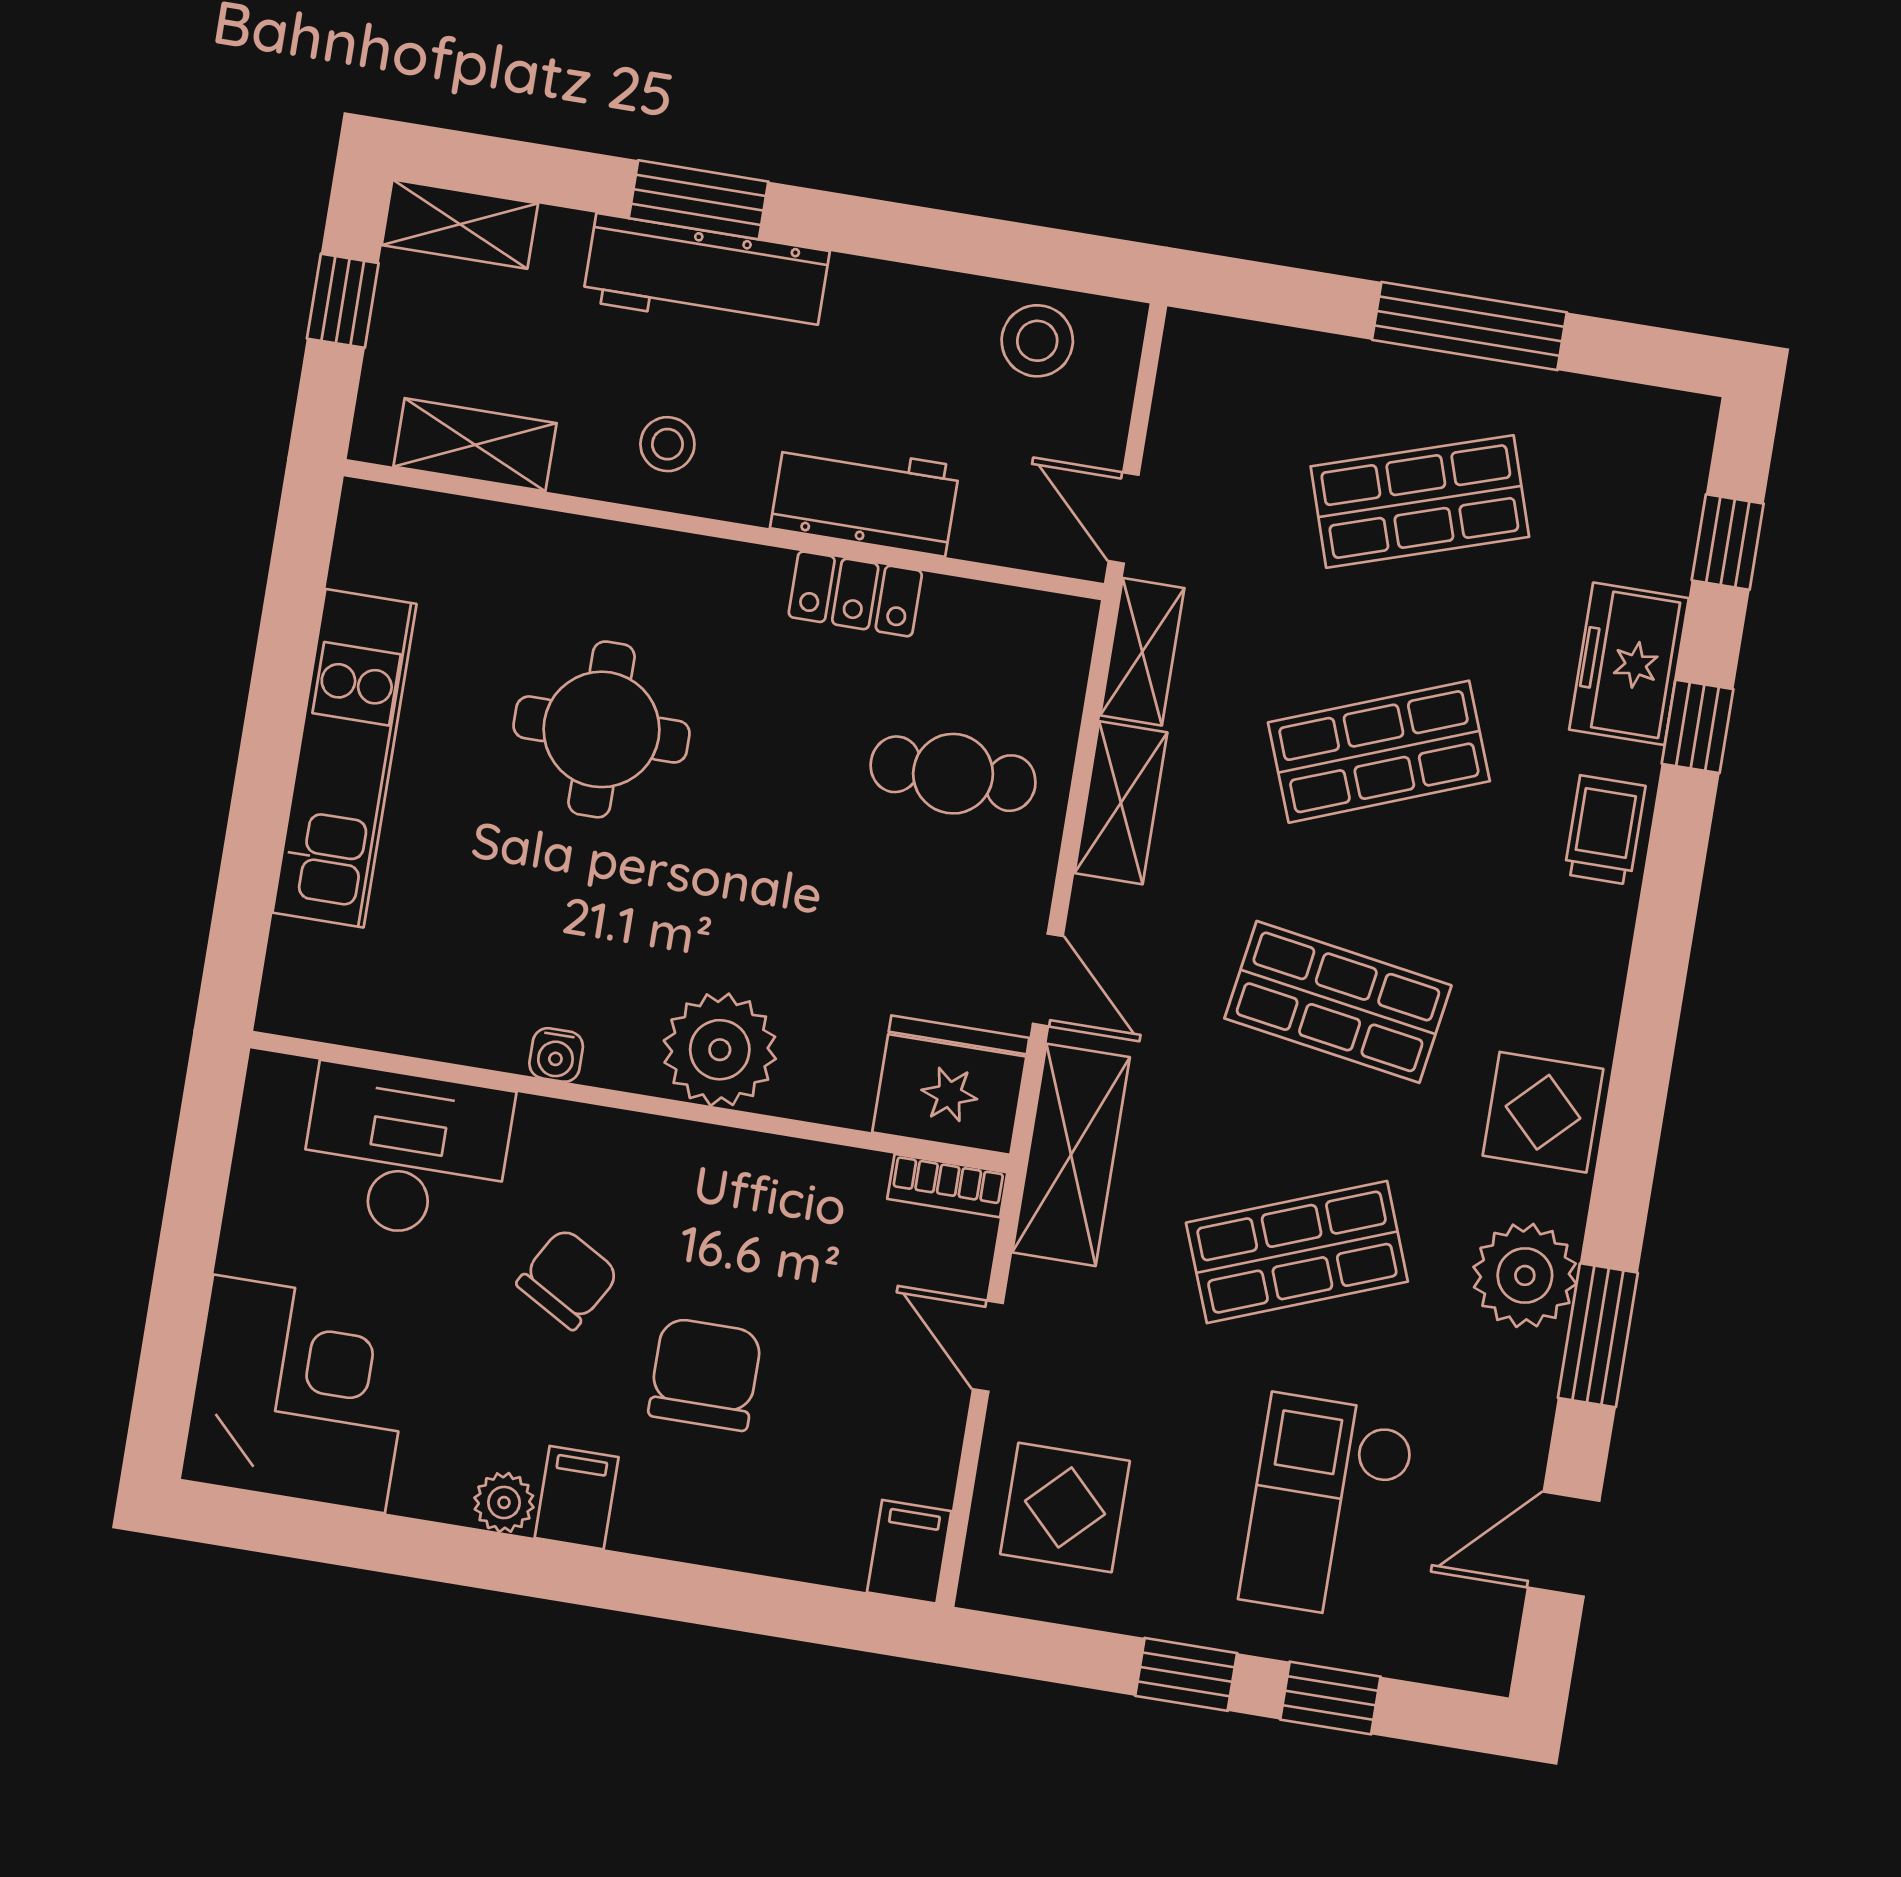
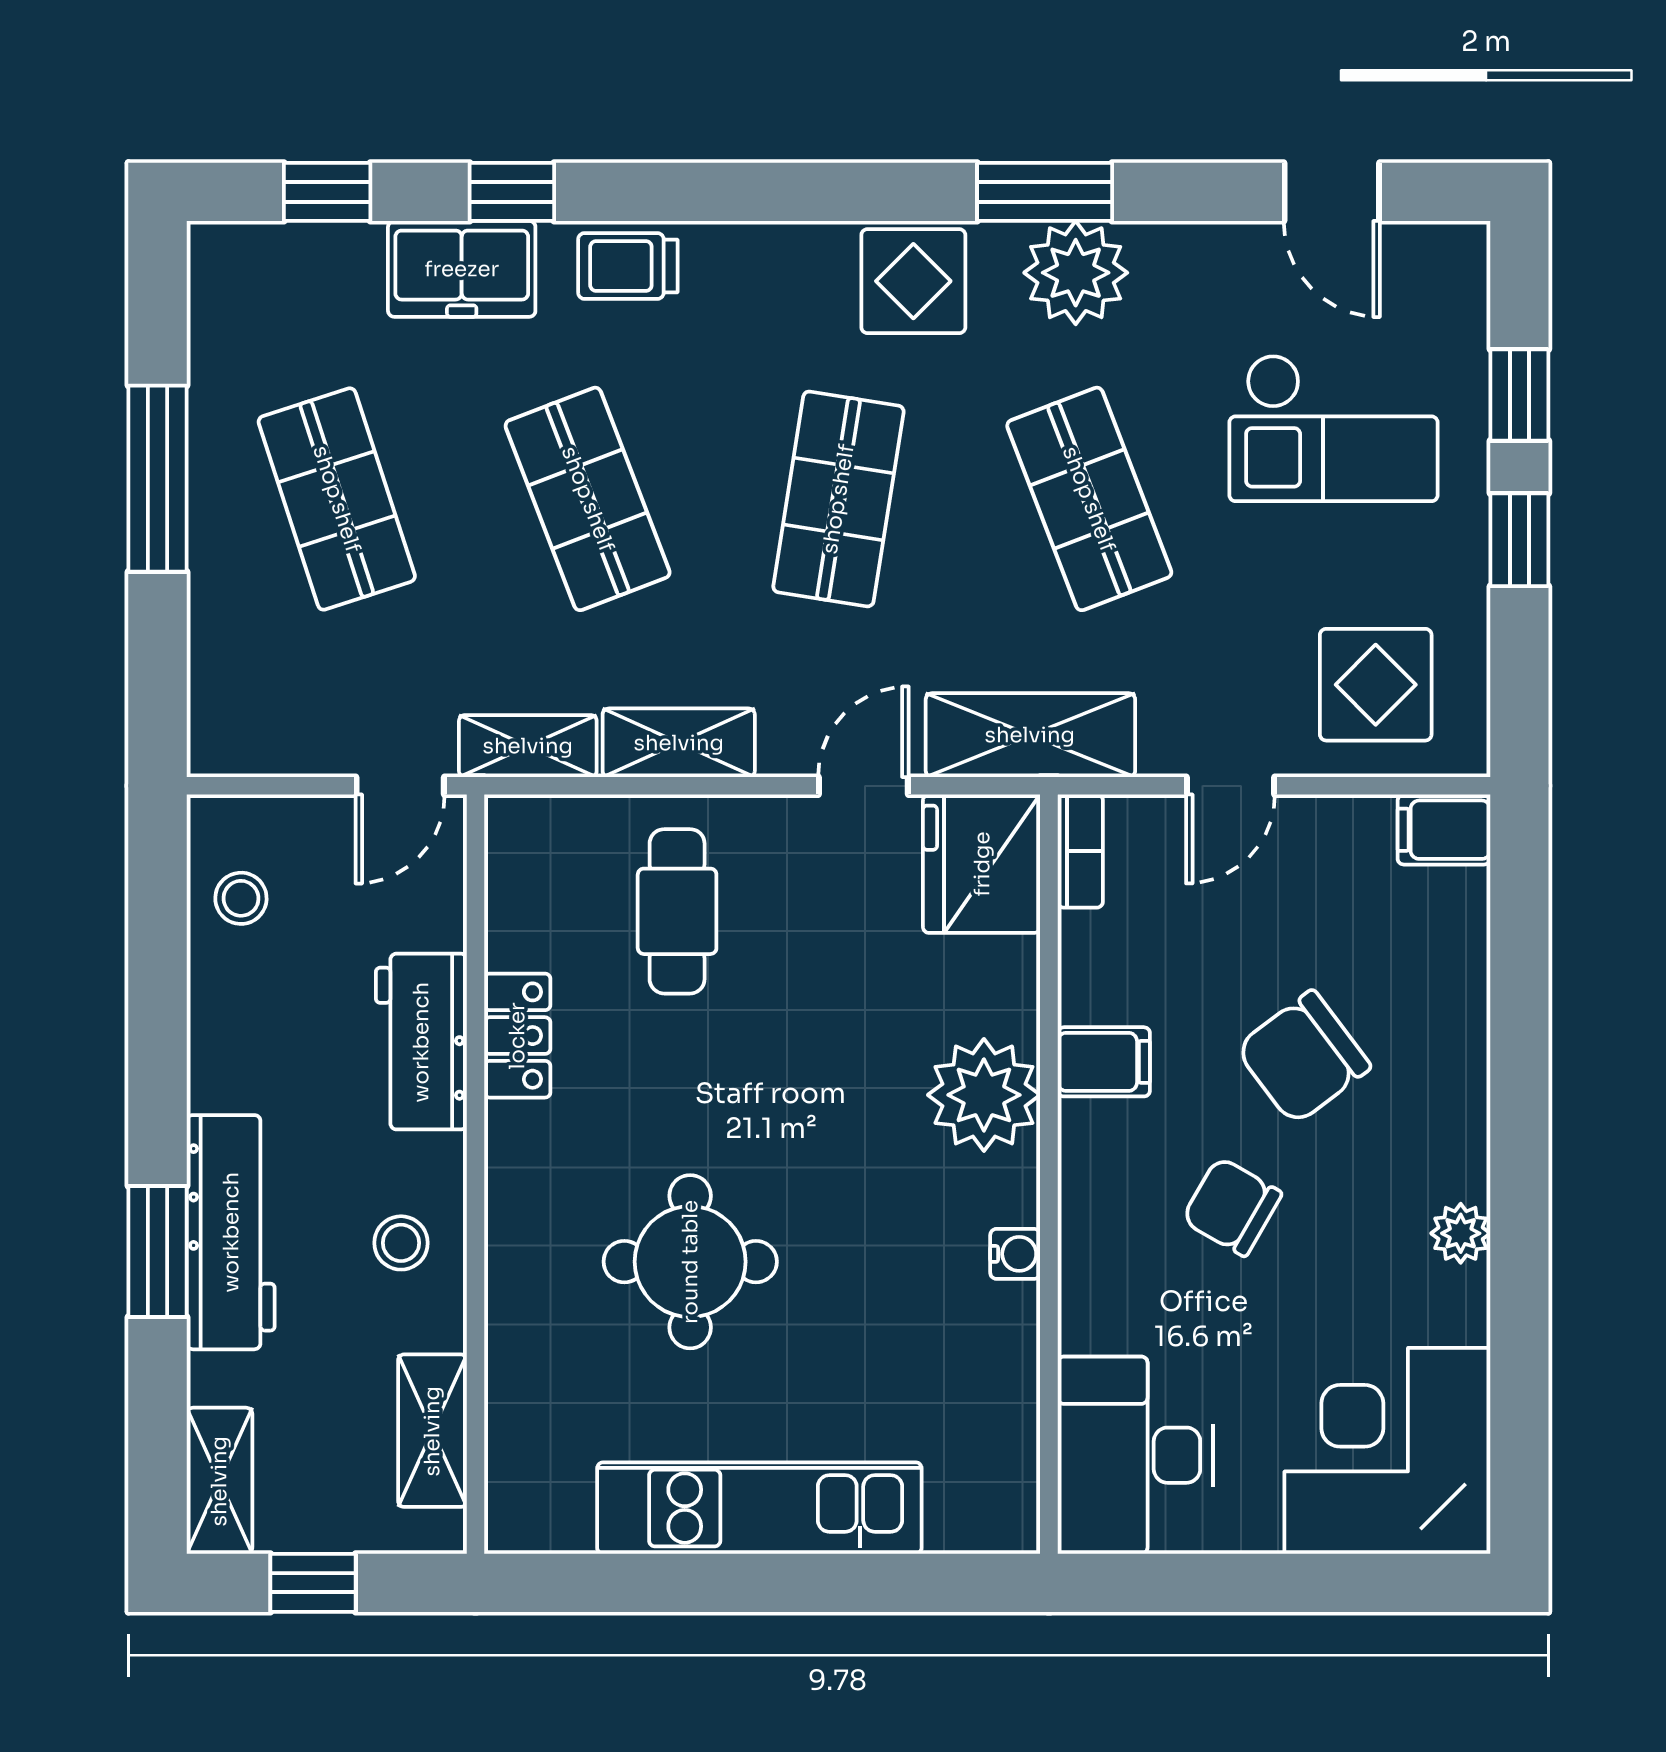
stool: (1037, 341) -> (241, 898), width x0.73, depth x0.73
desk: (406, 1153) -> (1135, 1455), moved
window: (1598, 1335) -> (1045, 192), moved
chair: (705, 1374) -> (1303, 1057), turned -37
filing cabinet: (577, 1498) -> (1104, 1062), moved, turned 180

